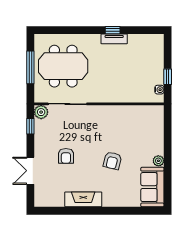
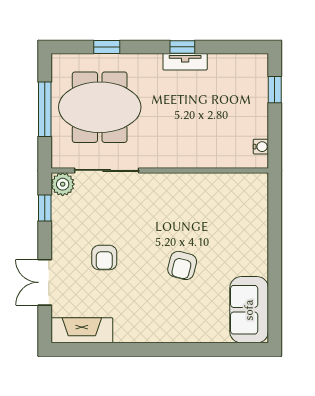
window: (67, 30) -> (107, 47), added
window: (168, 77) -> (275, 90), moved
plant: (158, 161) -> (259, 266), removed
fireplace: (83, 199) -> (82, 330), moved

